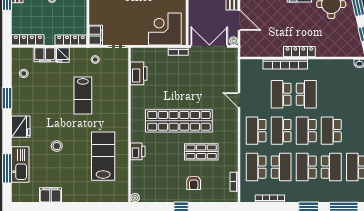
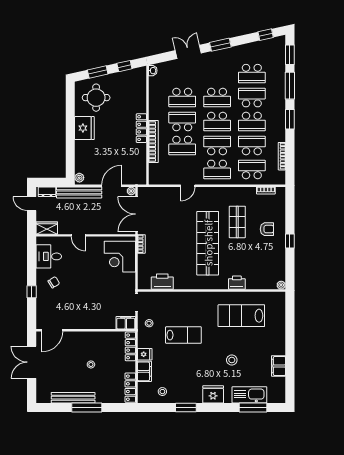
school desk: (331, 94) -> (182, 98), added
school desk: (281, 131) -> (217, 145), turned 180
school desk: (256, 167) -> (252, 169), turned 180

